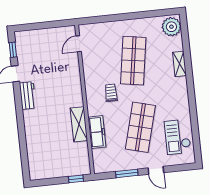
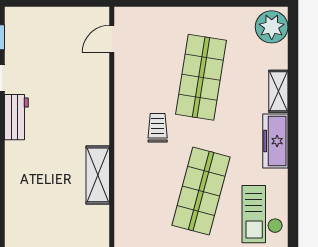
freezer: (97, 132) -> (275, 141), moved, turned 180

